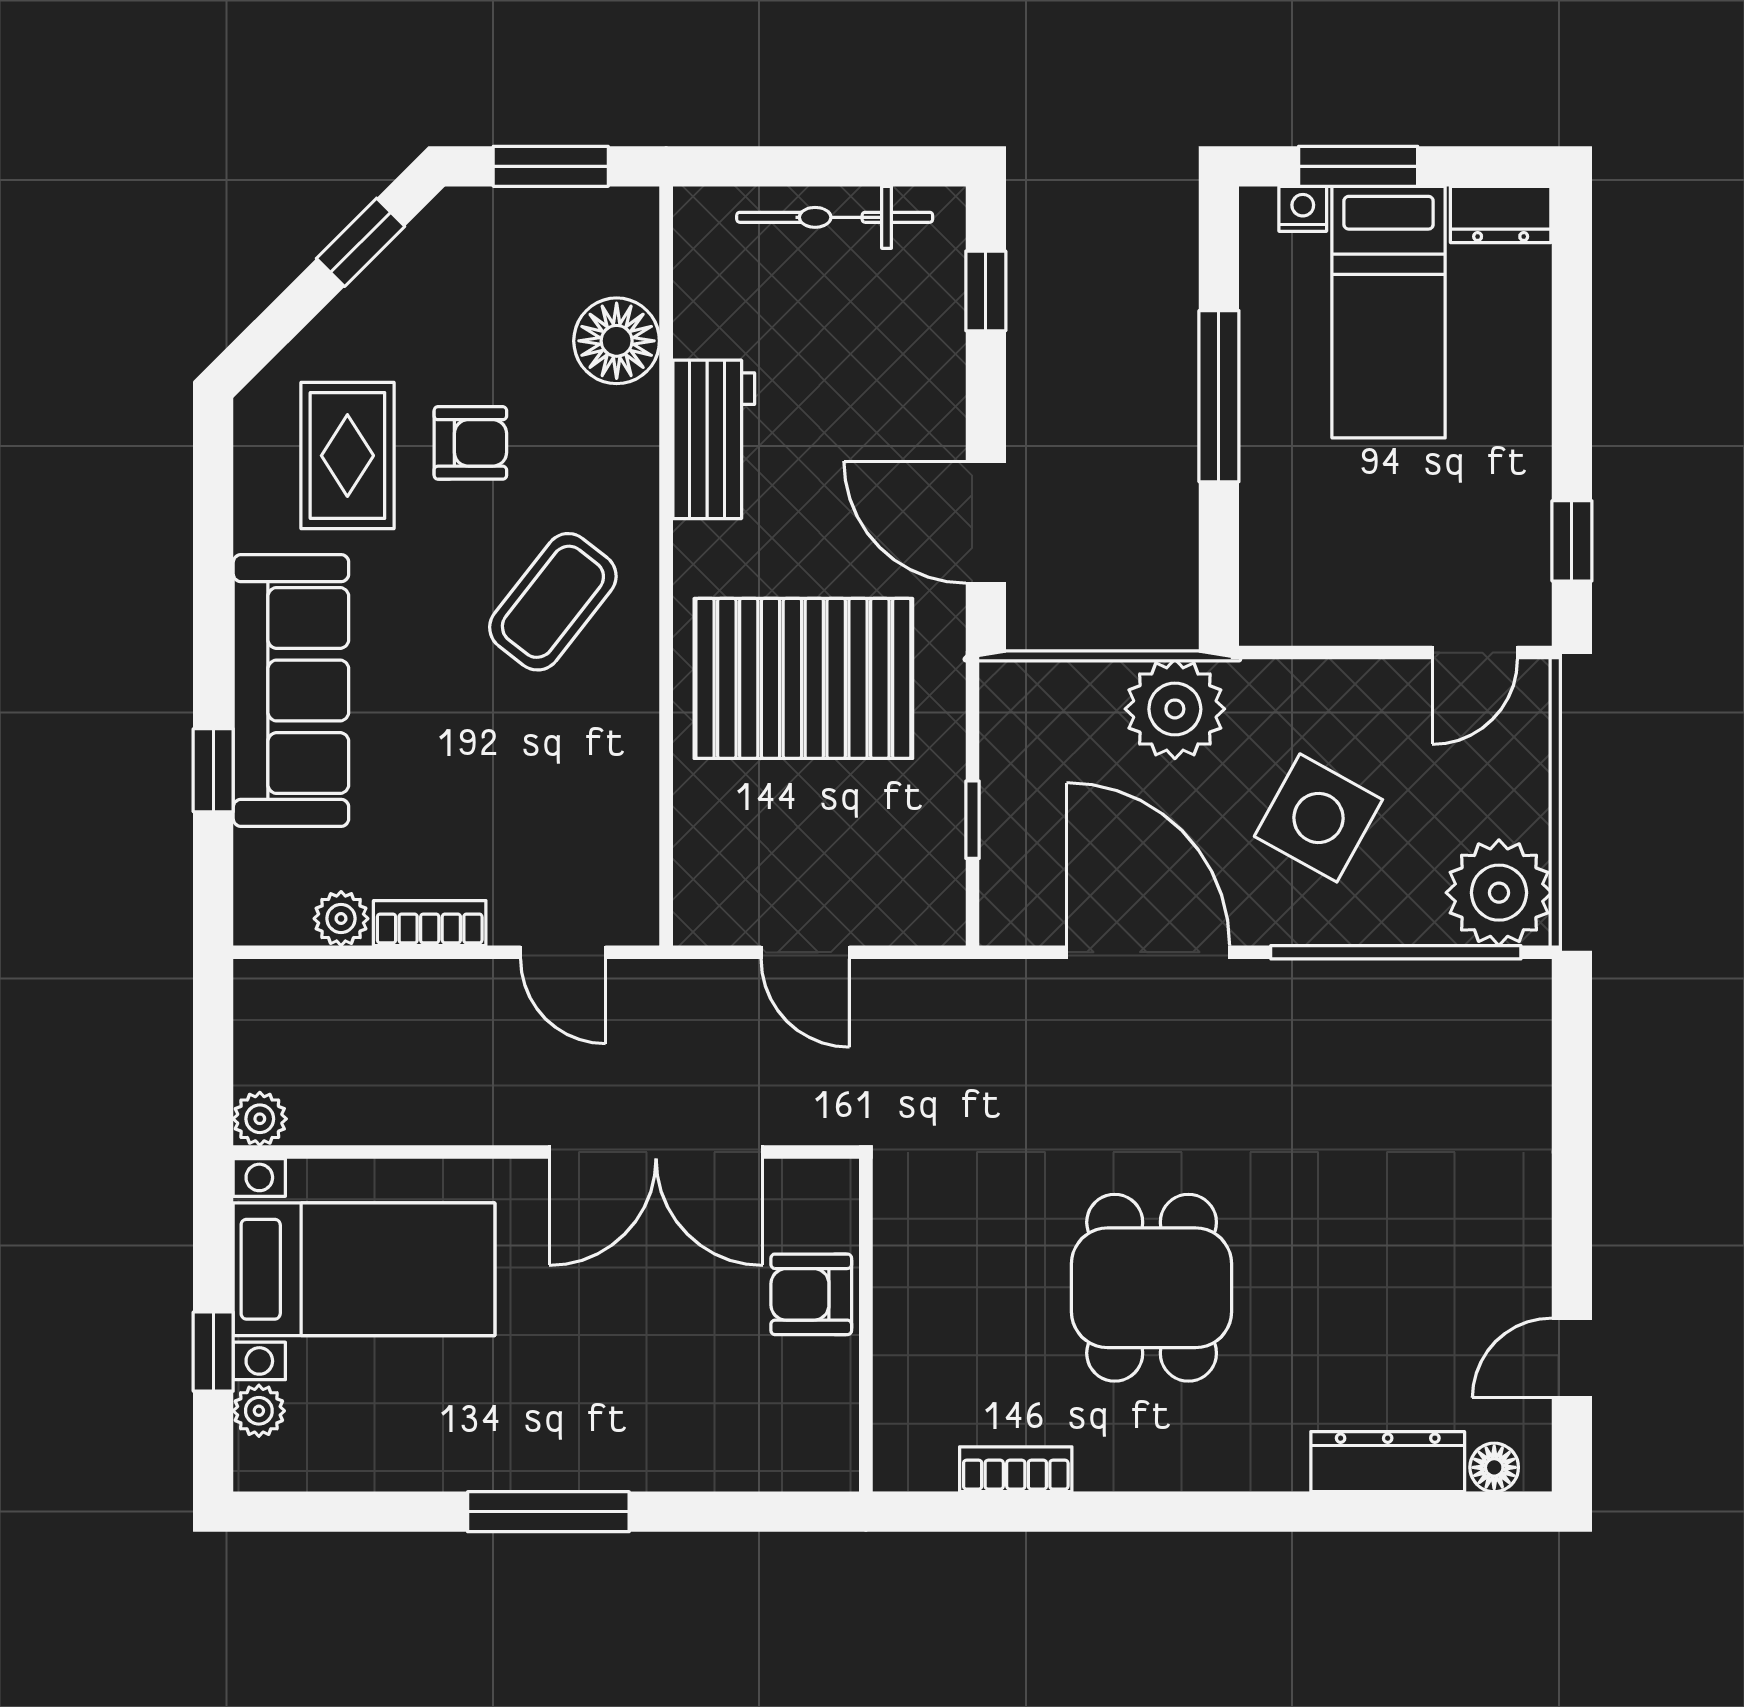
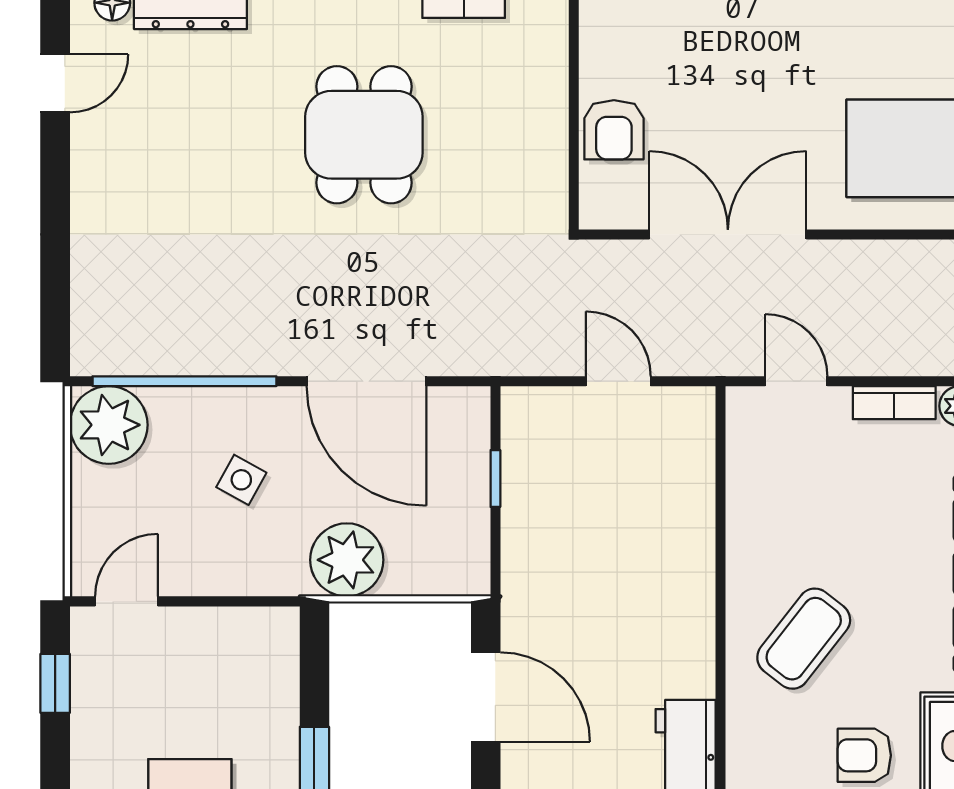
pallet: (803, 678) -> (620, 582), removed
side table: (1318, 818) -> (241, 480), width x0.54, depth x0.54
armchair: (811, 1294) -> (614, 130), turned 90

